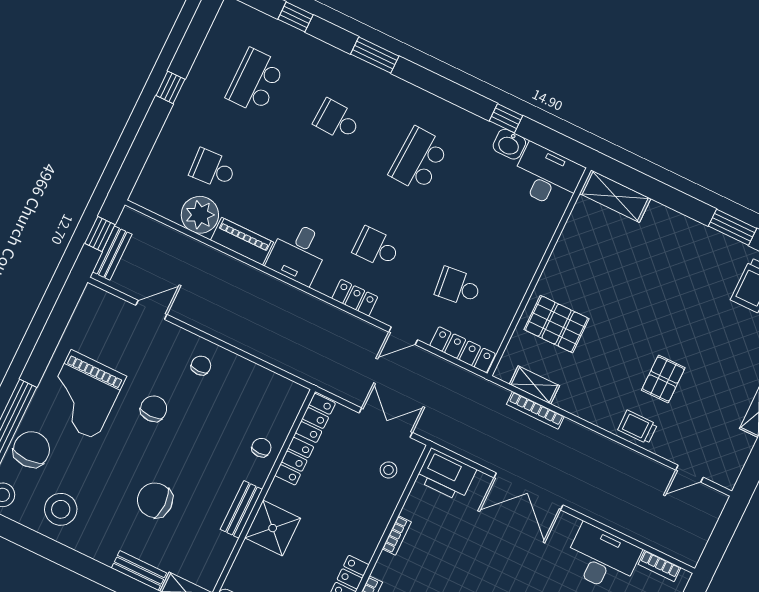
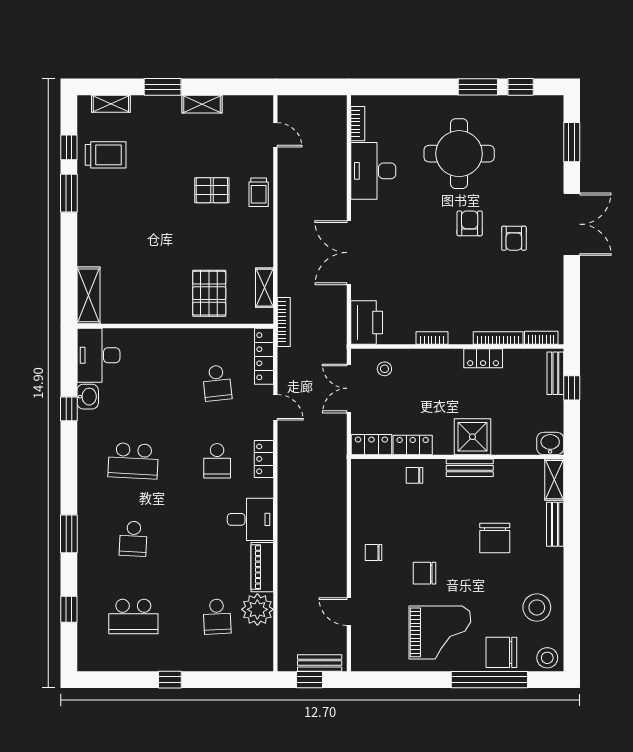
bookcase: (535, 410) -> (284, 322), moved
double door: (528, 491) -> (349, 253), swing flipped

